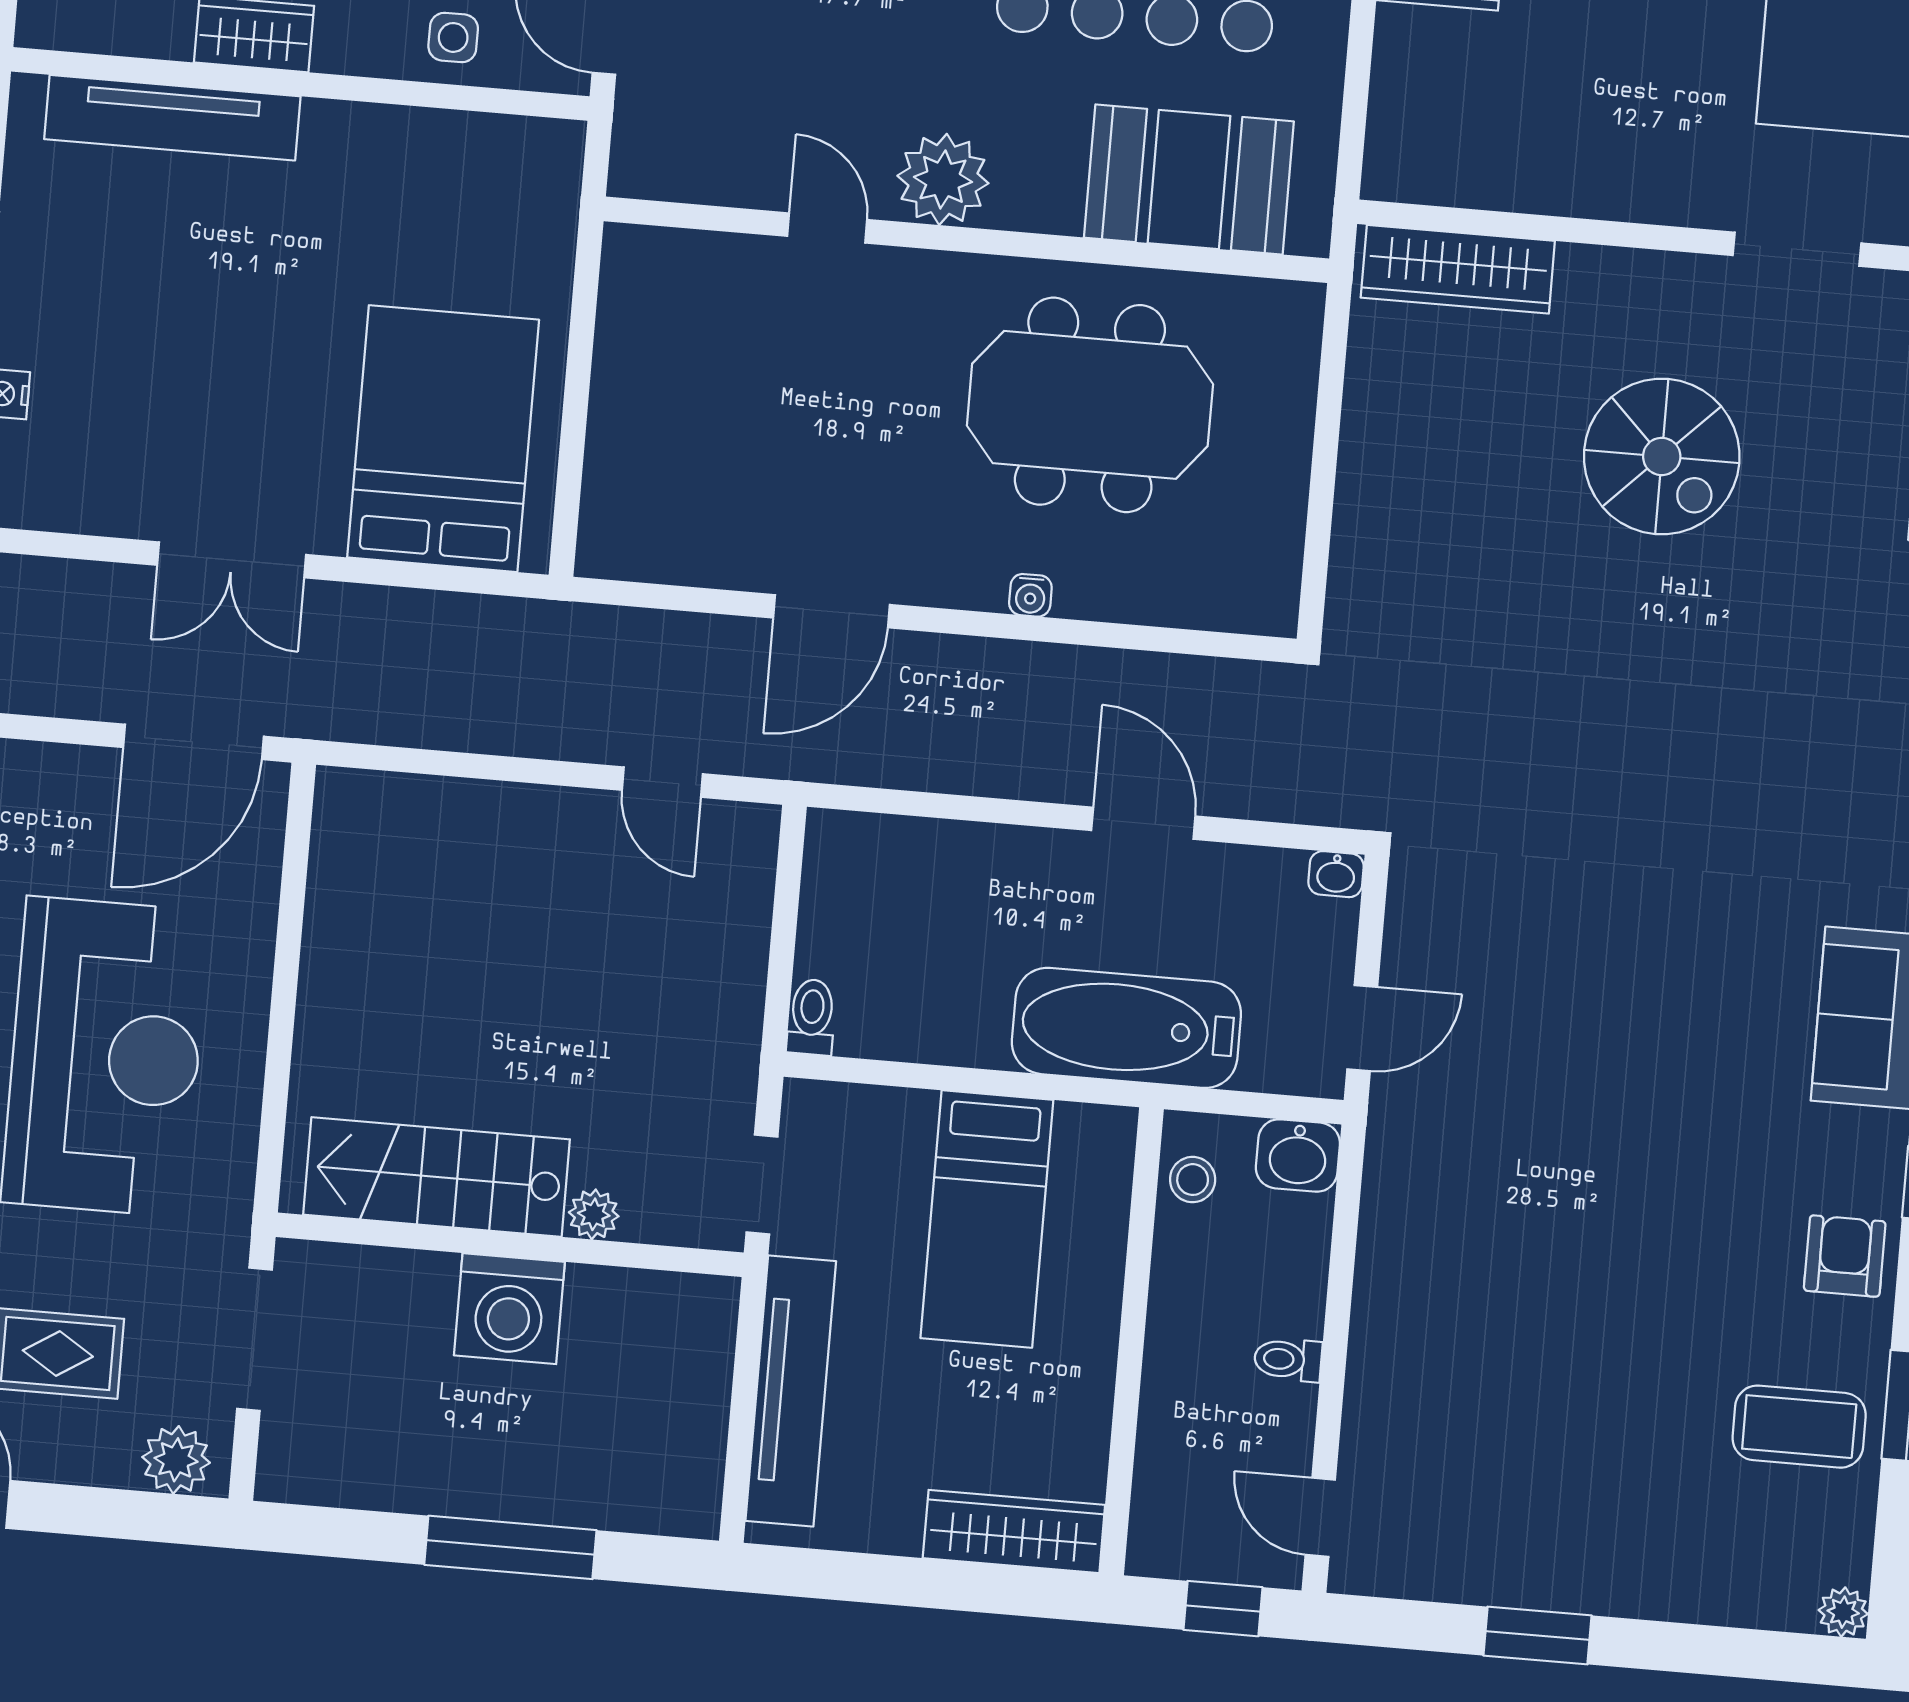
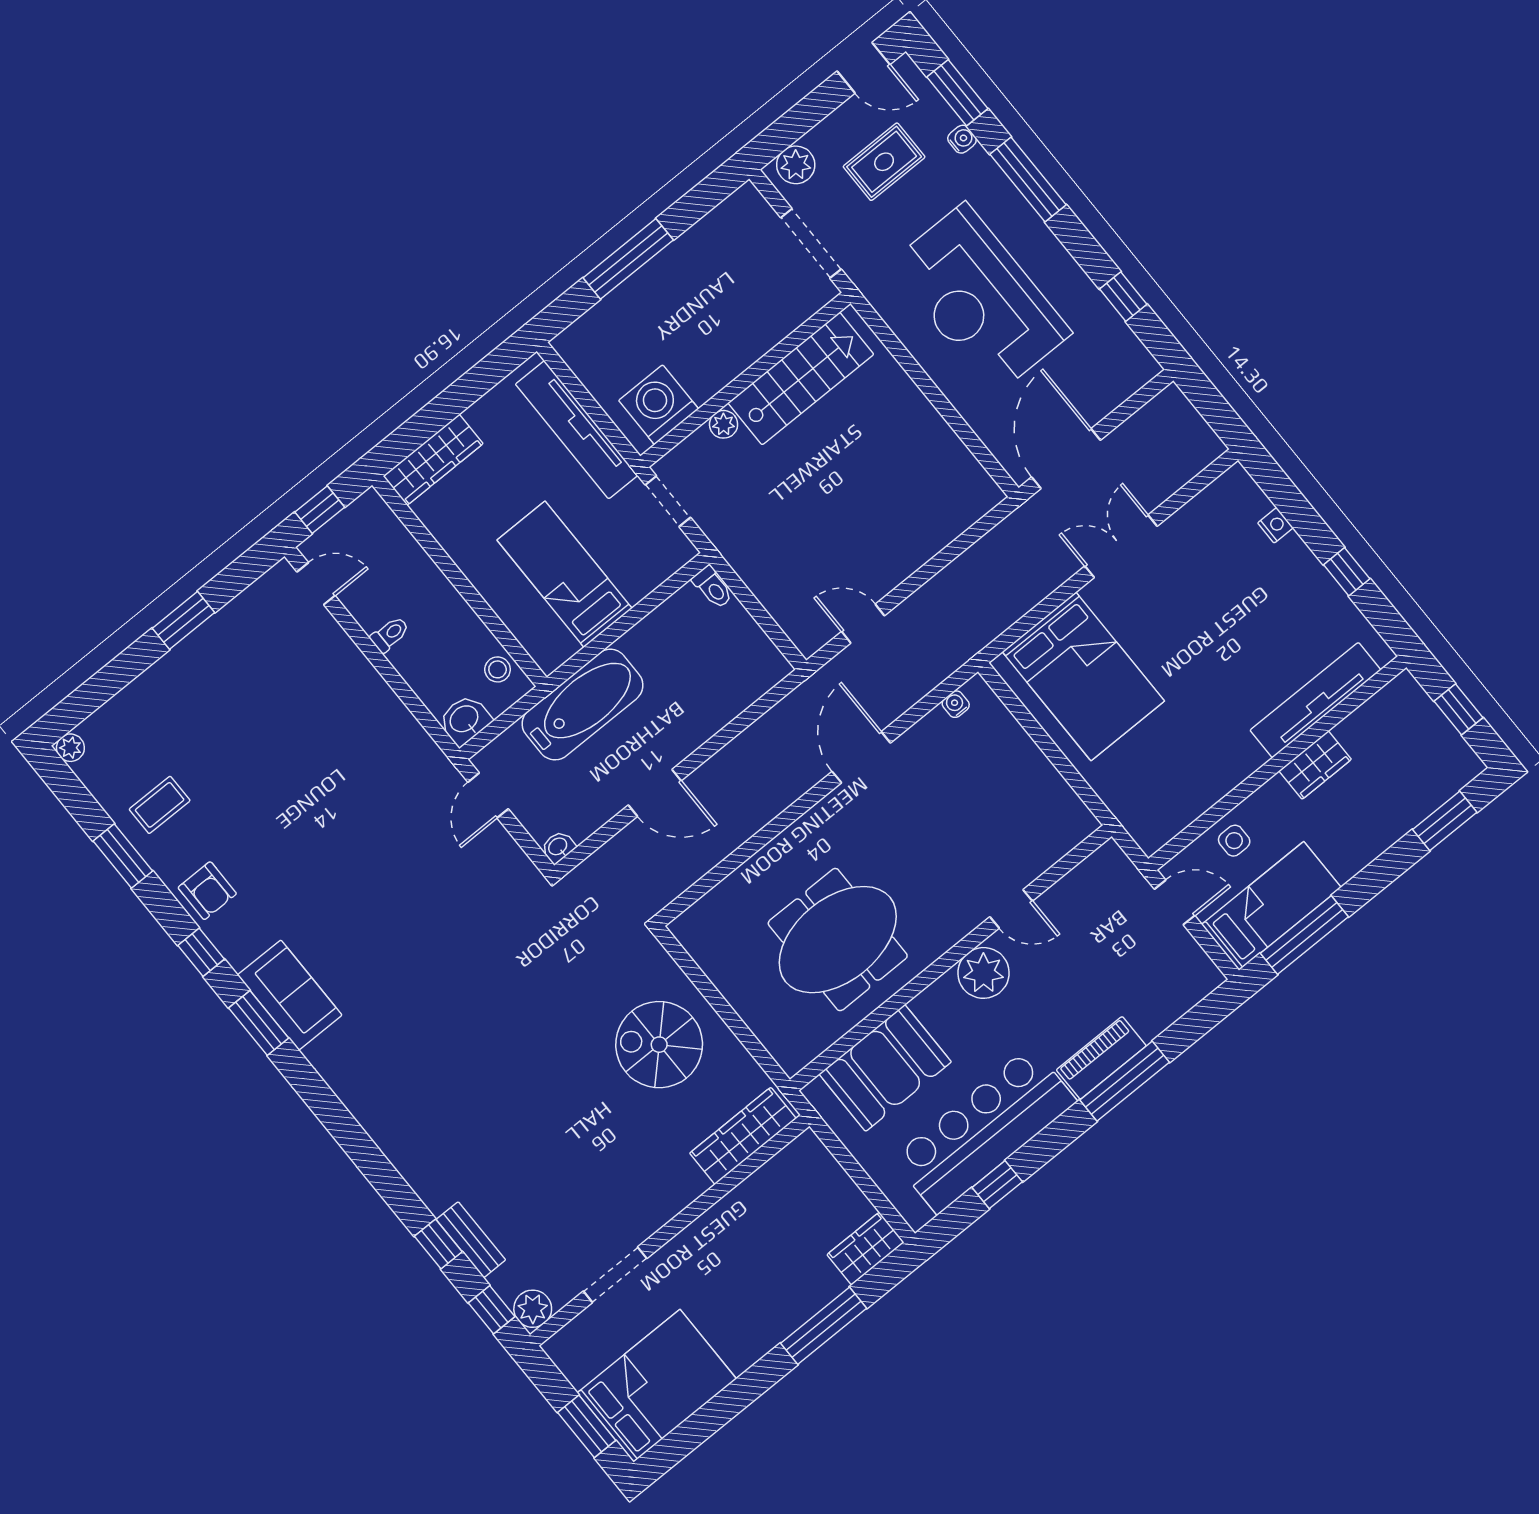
spiral stairs: (1662, 456) -> (659, 1045), moved
water cooler: (1030, 595) -> (956, 704), moved
washing machine: (509, 1309) -> (659, 405), moved
coffee table: (1799, 1427) -> (160, 805), width x0.73, depth x0.77

